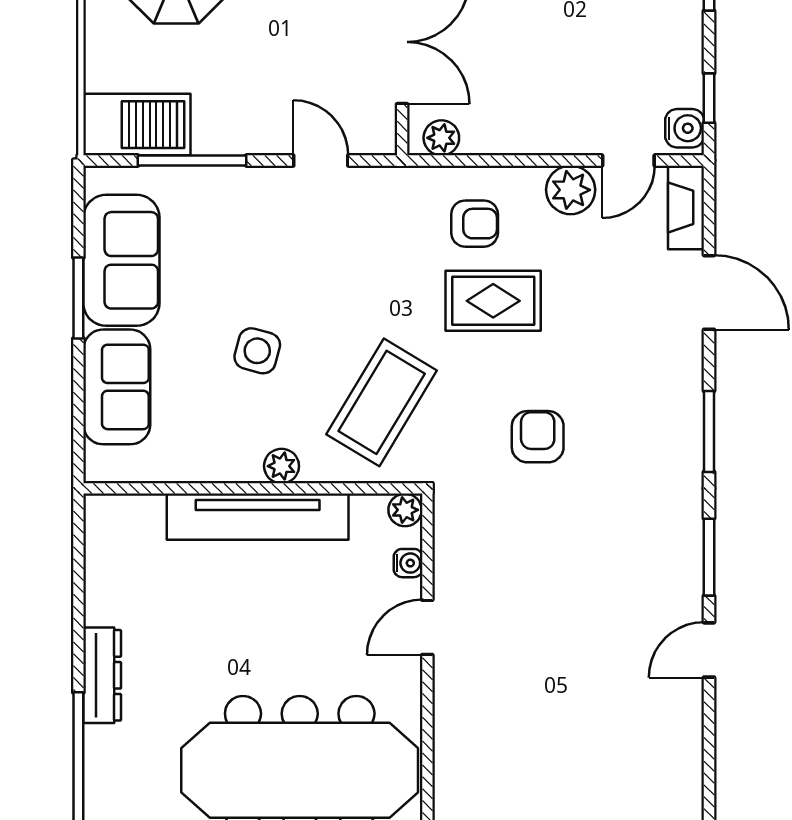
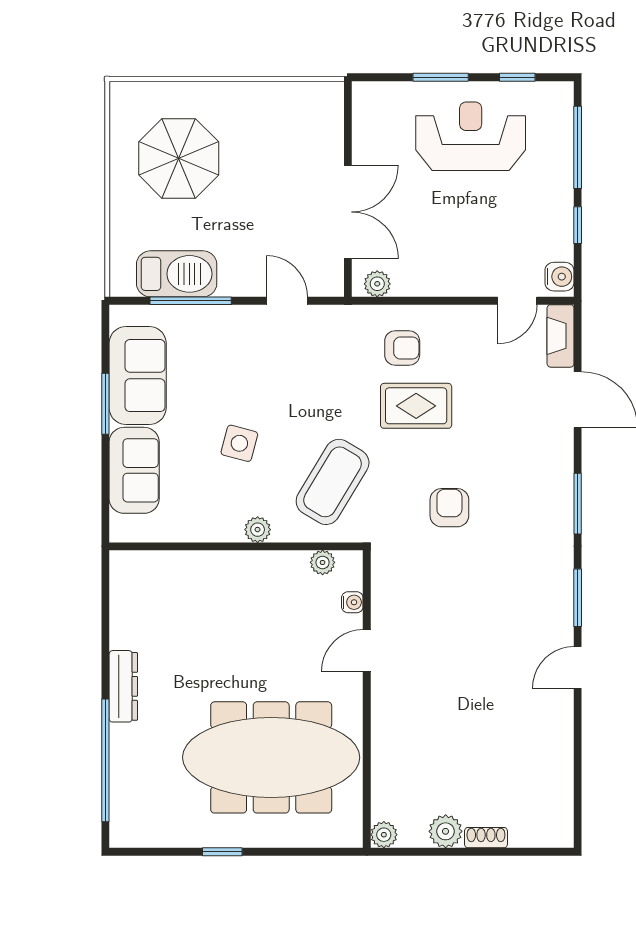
window: (709, 98) -> (578, 225), moved
barbecue: (137, 125) -> (177, 274), moved
plant: (571, 190) -> (474, 323), removed
plant: (405, 510) -> (323, 562), moved
tv unit: (258, 517) -> (240, 568), removed

